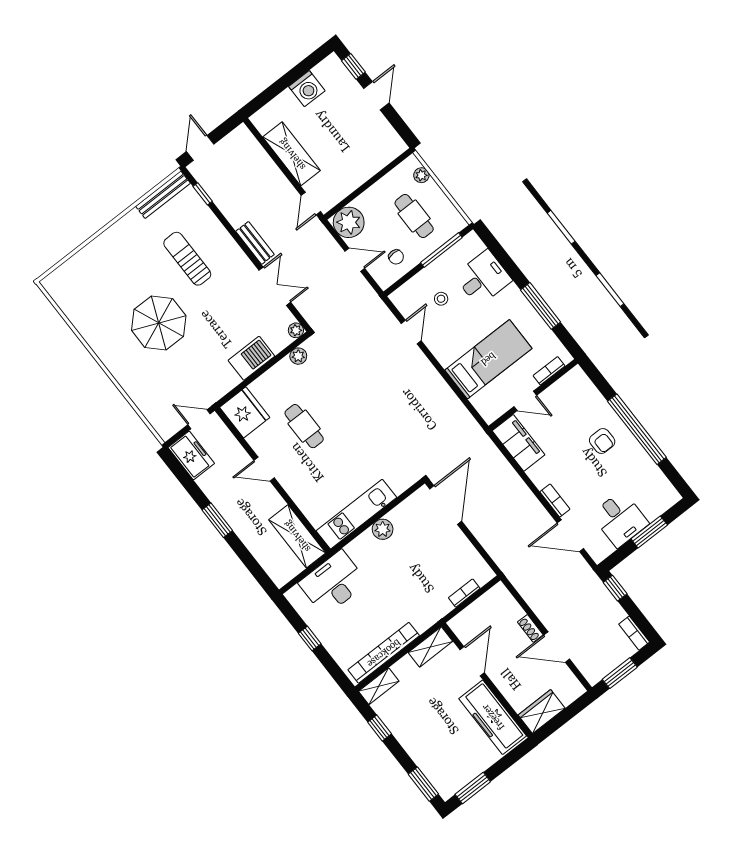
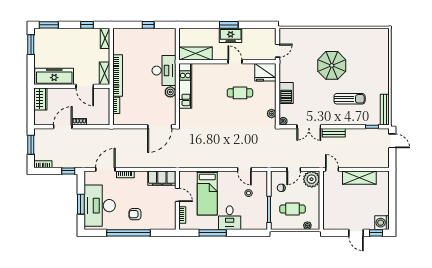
washing machine: (307, 89) -> (382, 223), moved
desk: (483, 278) -> (230, 218), moved
door: (525, 401) -> (177, 195), swing flipped
freezer: (191, 455) -> (231, 35), moved
door: (264, 469) -> (235, 62), hinge flipped
door: (446, 505) -> (160, 127), hinge flipped
desk: (620, 519) -> (100, 206), width x1.87, depth x1.30
desk: (333, 583) -> (164, 71), moved
bookcase: (384, 653) -> (118, 76), moved

